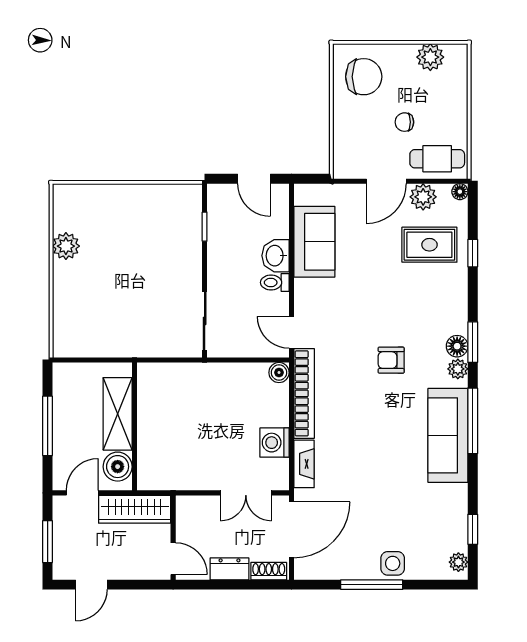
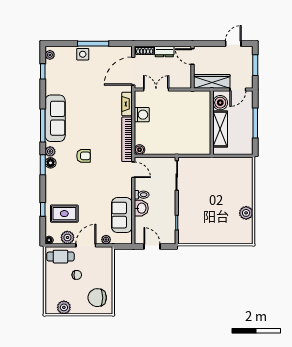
plant: (346, 193) -> (106, 240), added

